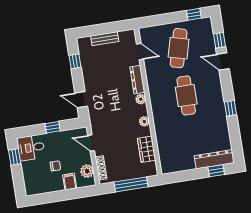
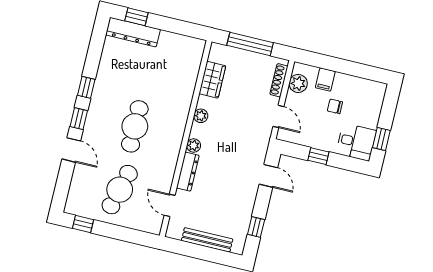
bench: (105, 39) -> (207, 240), width x1.36
window: (219, 40) -> (79, 119), moved

